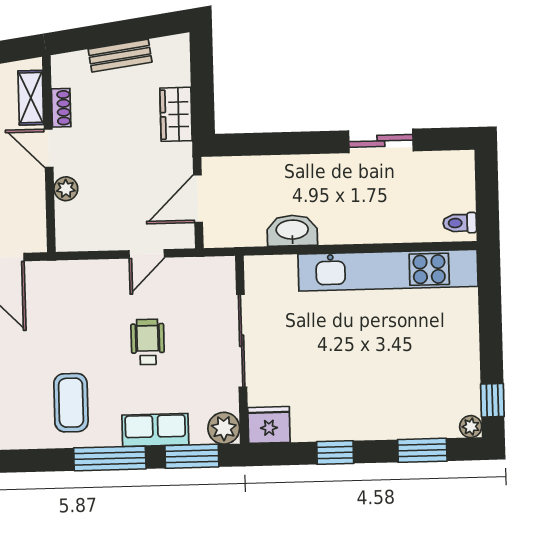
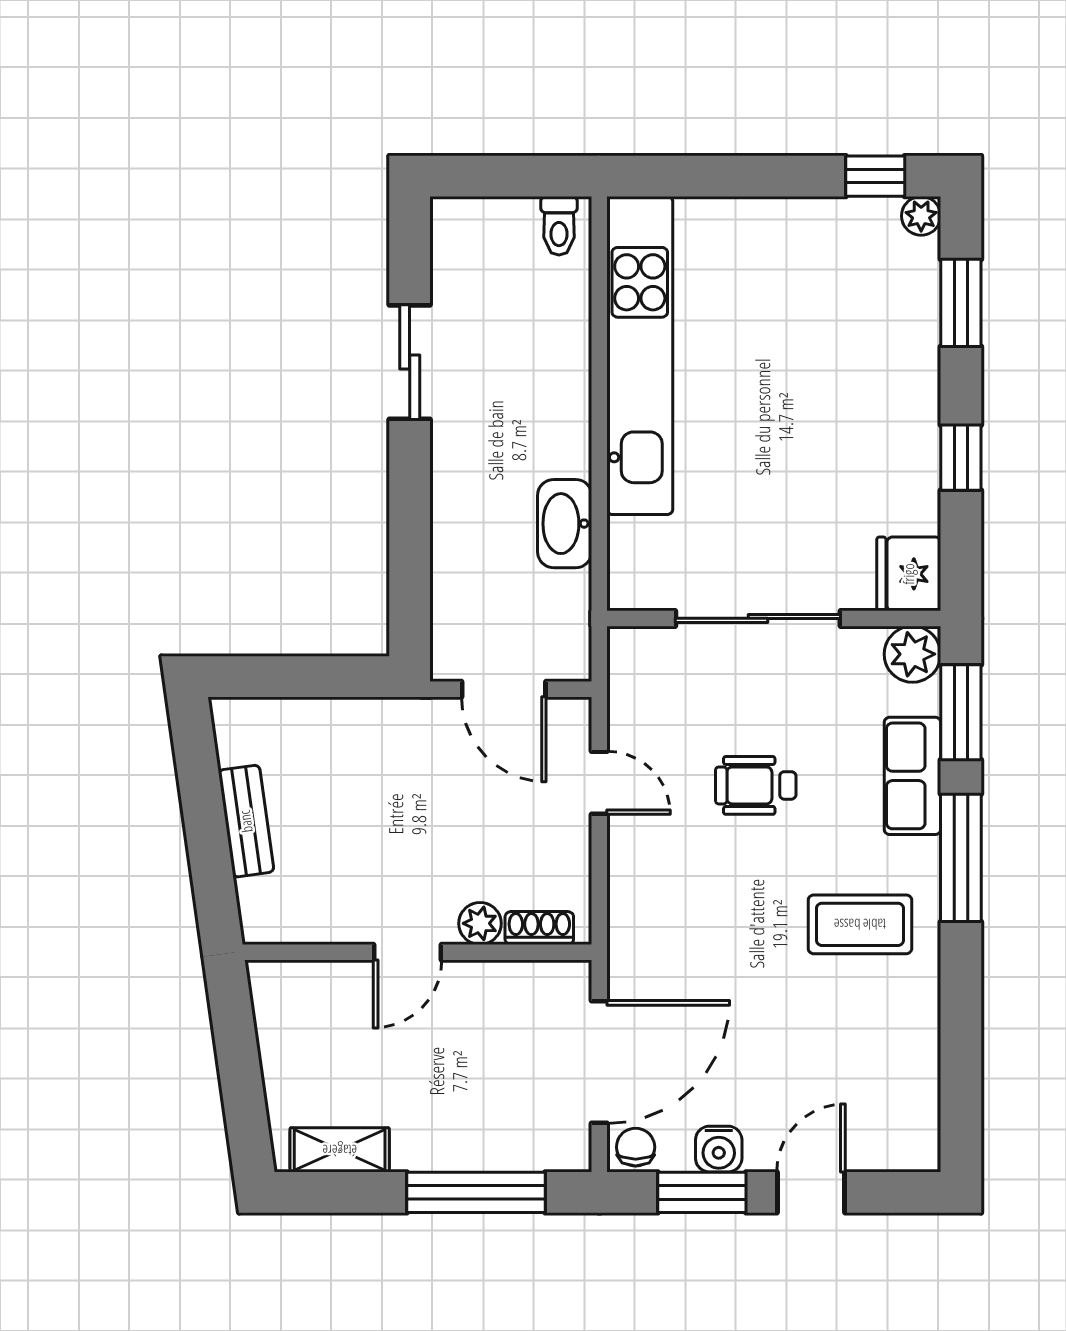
shelving: (31, 98) -> (317, 981), removed
shoe rack: (61, 108) -> (539, 928), moved
wardrobe: (176, 114) -> (353, 724), removed

